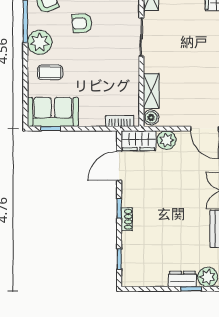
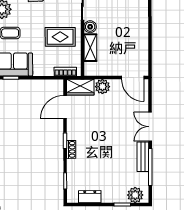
rug: (113, 77) -> (60, 37), added
boiler: (151, 117) -> (90, 27), moved
dresser: (182, 279) -> (90, 197), moved

